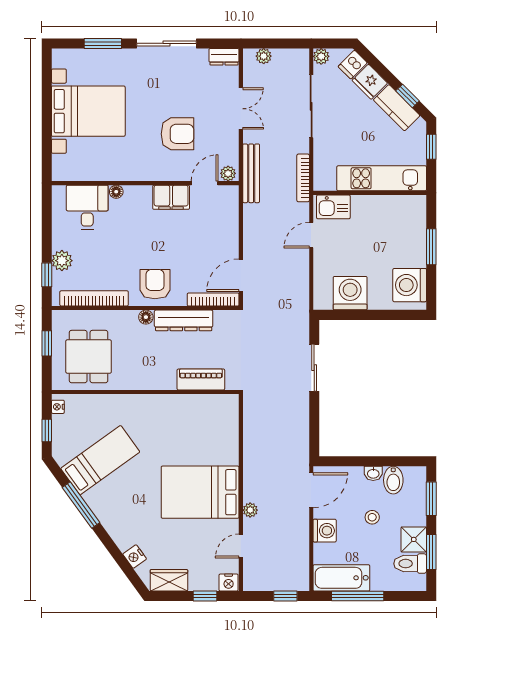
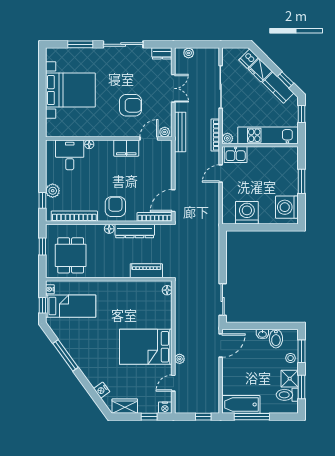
plant: (321, 56) -> (227, 138), moved
sliding door: (314, 368) -> (223, 300), moved
floor lamp: (232, 408) -> (167, 290), added
bed: (100, 460) -> (71, 306), moved, turned 36
stool: (372, 517) -> (291, 358), moved
washing machine: (325, 531) -> (230, 373), removed

